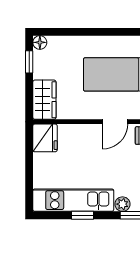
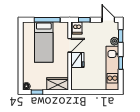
door: (115, 122) -> (70, 45), hinge flipped
fridge: (45, 138) -> (77, 60), moved, turned 90

